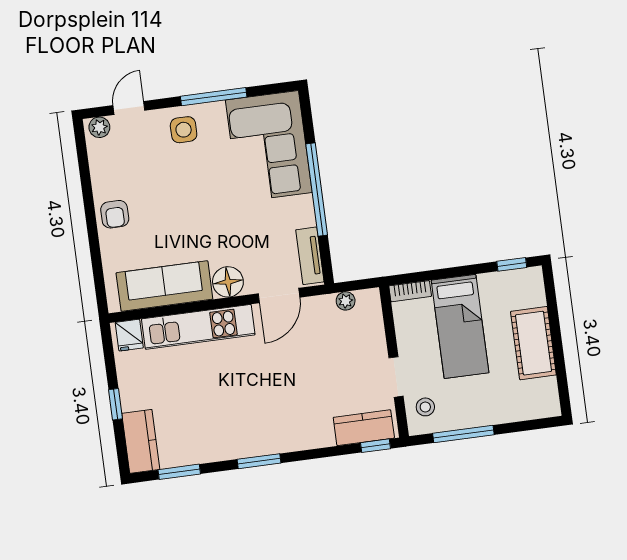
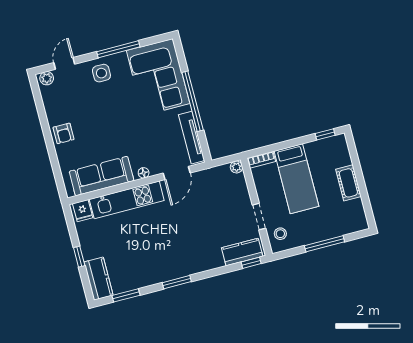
tv unit: (310, 256) -> (192, 138), width x1.41
floor lamp: (228, 282) -> (144, 173), width x0.53, depth x0.53
plant: (346, 301) -> (236, 167), moved
cot: (533, 343) -> (348, 183), width x0.73, depth x0.75
window: (463, 434) -> (324, 244), moved

